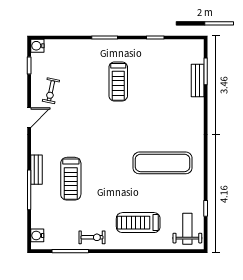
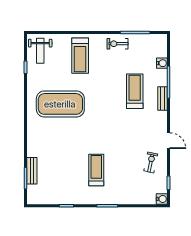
door: (29, 118) -> (168, 141), swing flipped
exercise mat: (163, 163) -> (60, 104), width x1.47
treadmill: (138, 223) -> (80, 56), turned 90
water cooler: (37, 235) -> (162, 63), moved

